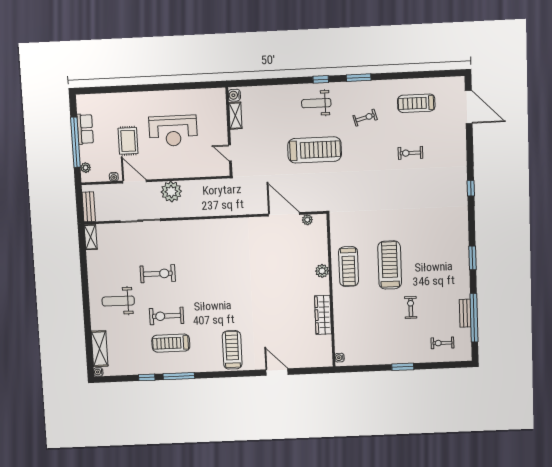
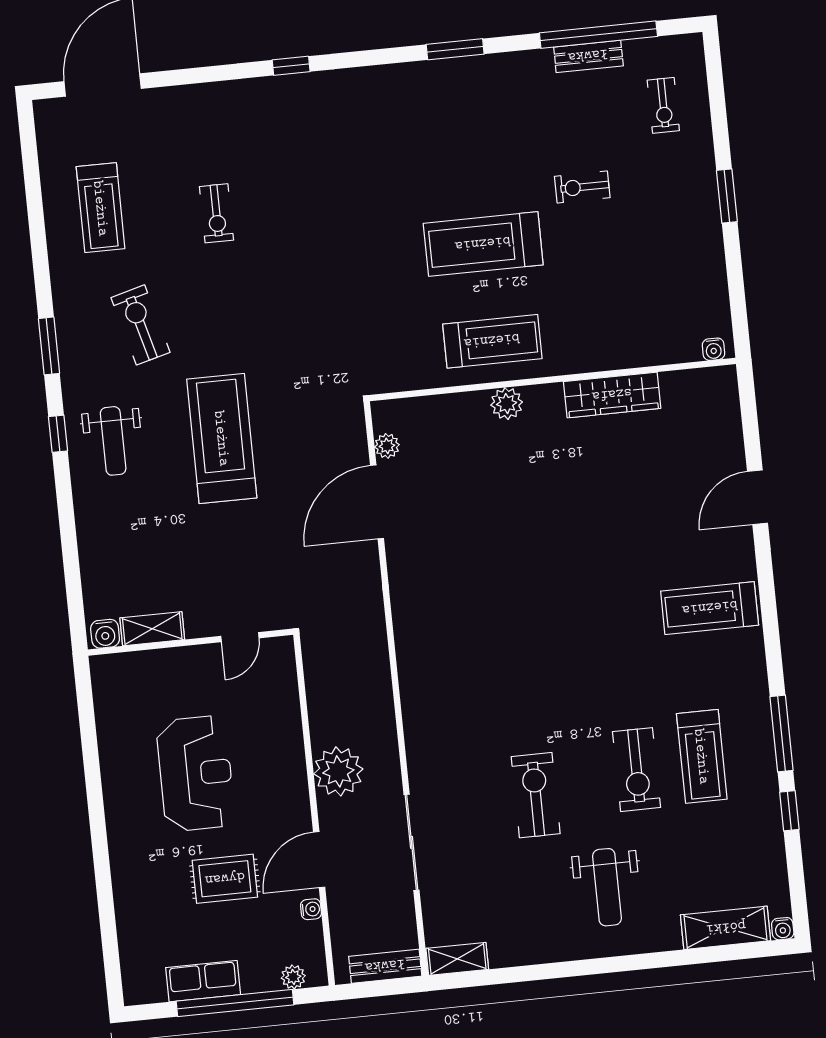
exercise bike: (365, 118) -> (141, 325), width x1.38, depth x1.39

